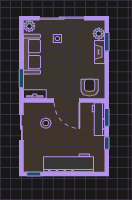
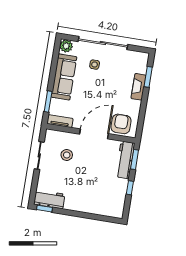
plant: (99, 34) -> (141, 67), removed
door: (67, 100) -> (94, 134), swing flipped
workbench: (68, 163) -> (49, 199), moved, width x0.53, depth x0.76

